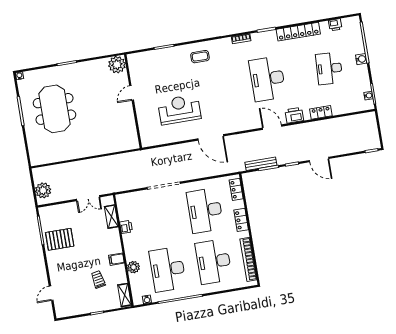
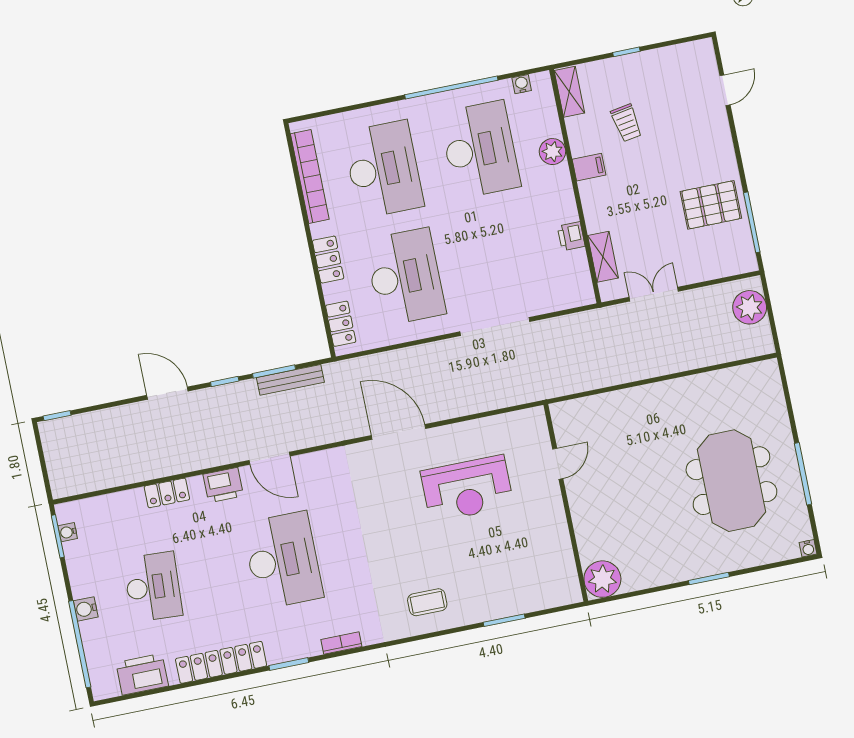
printer: (335, 25) -> (142, 674), width x1.87, depth x1.48
door: (132, 93) -> (558, 464), moved

